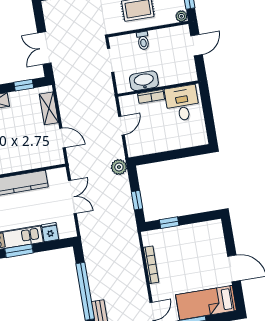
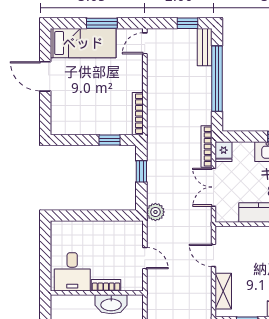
door: (121, 126) -> (145, 258), swing flipped
bookcase: (84, 231) -> (206, 146), added
fridge: (50, 232) -> (224, 152), moved
bookcase: (151, 265) -> (138, 114), moved

